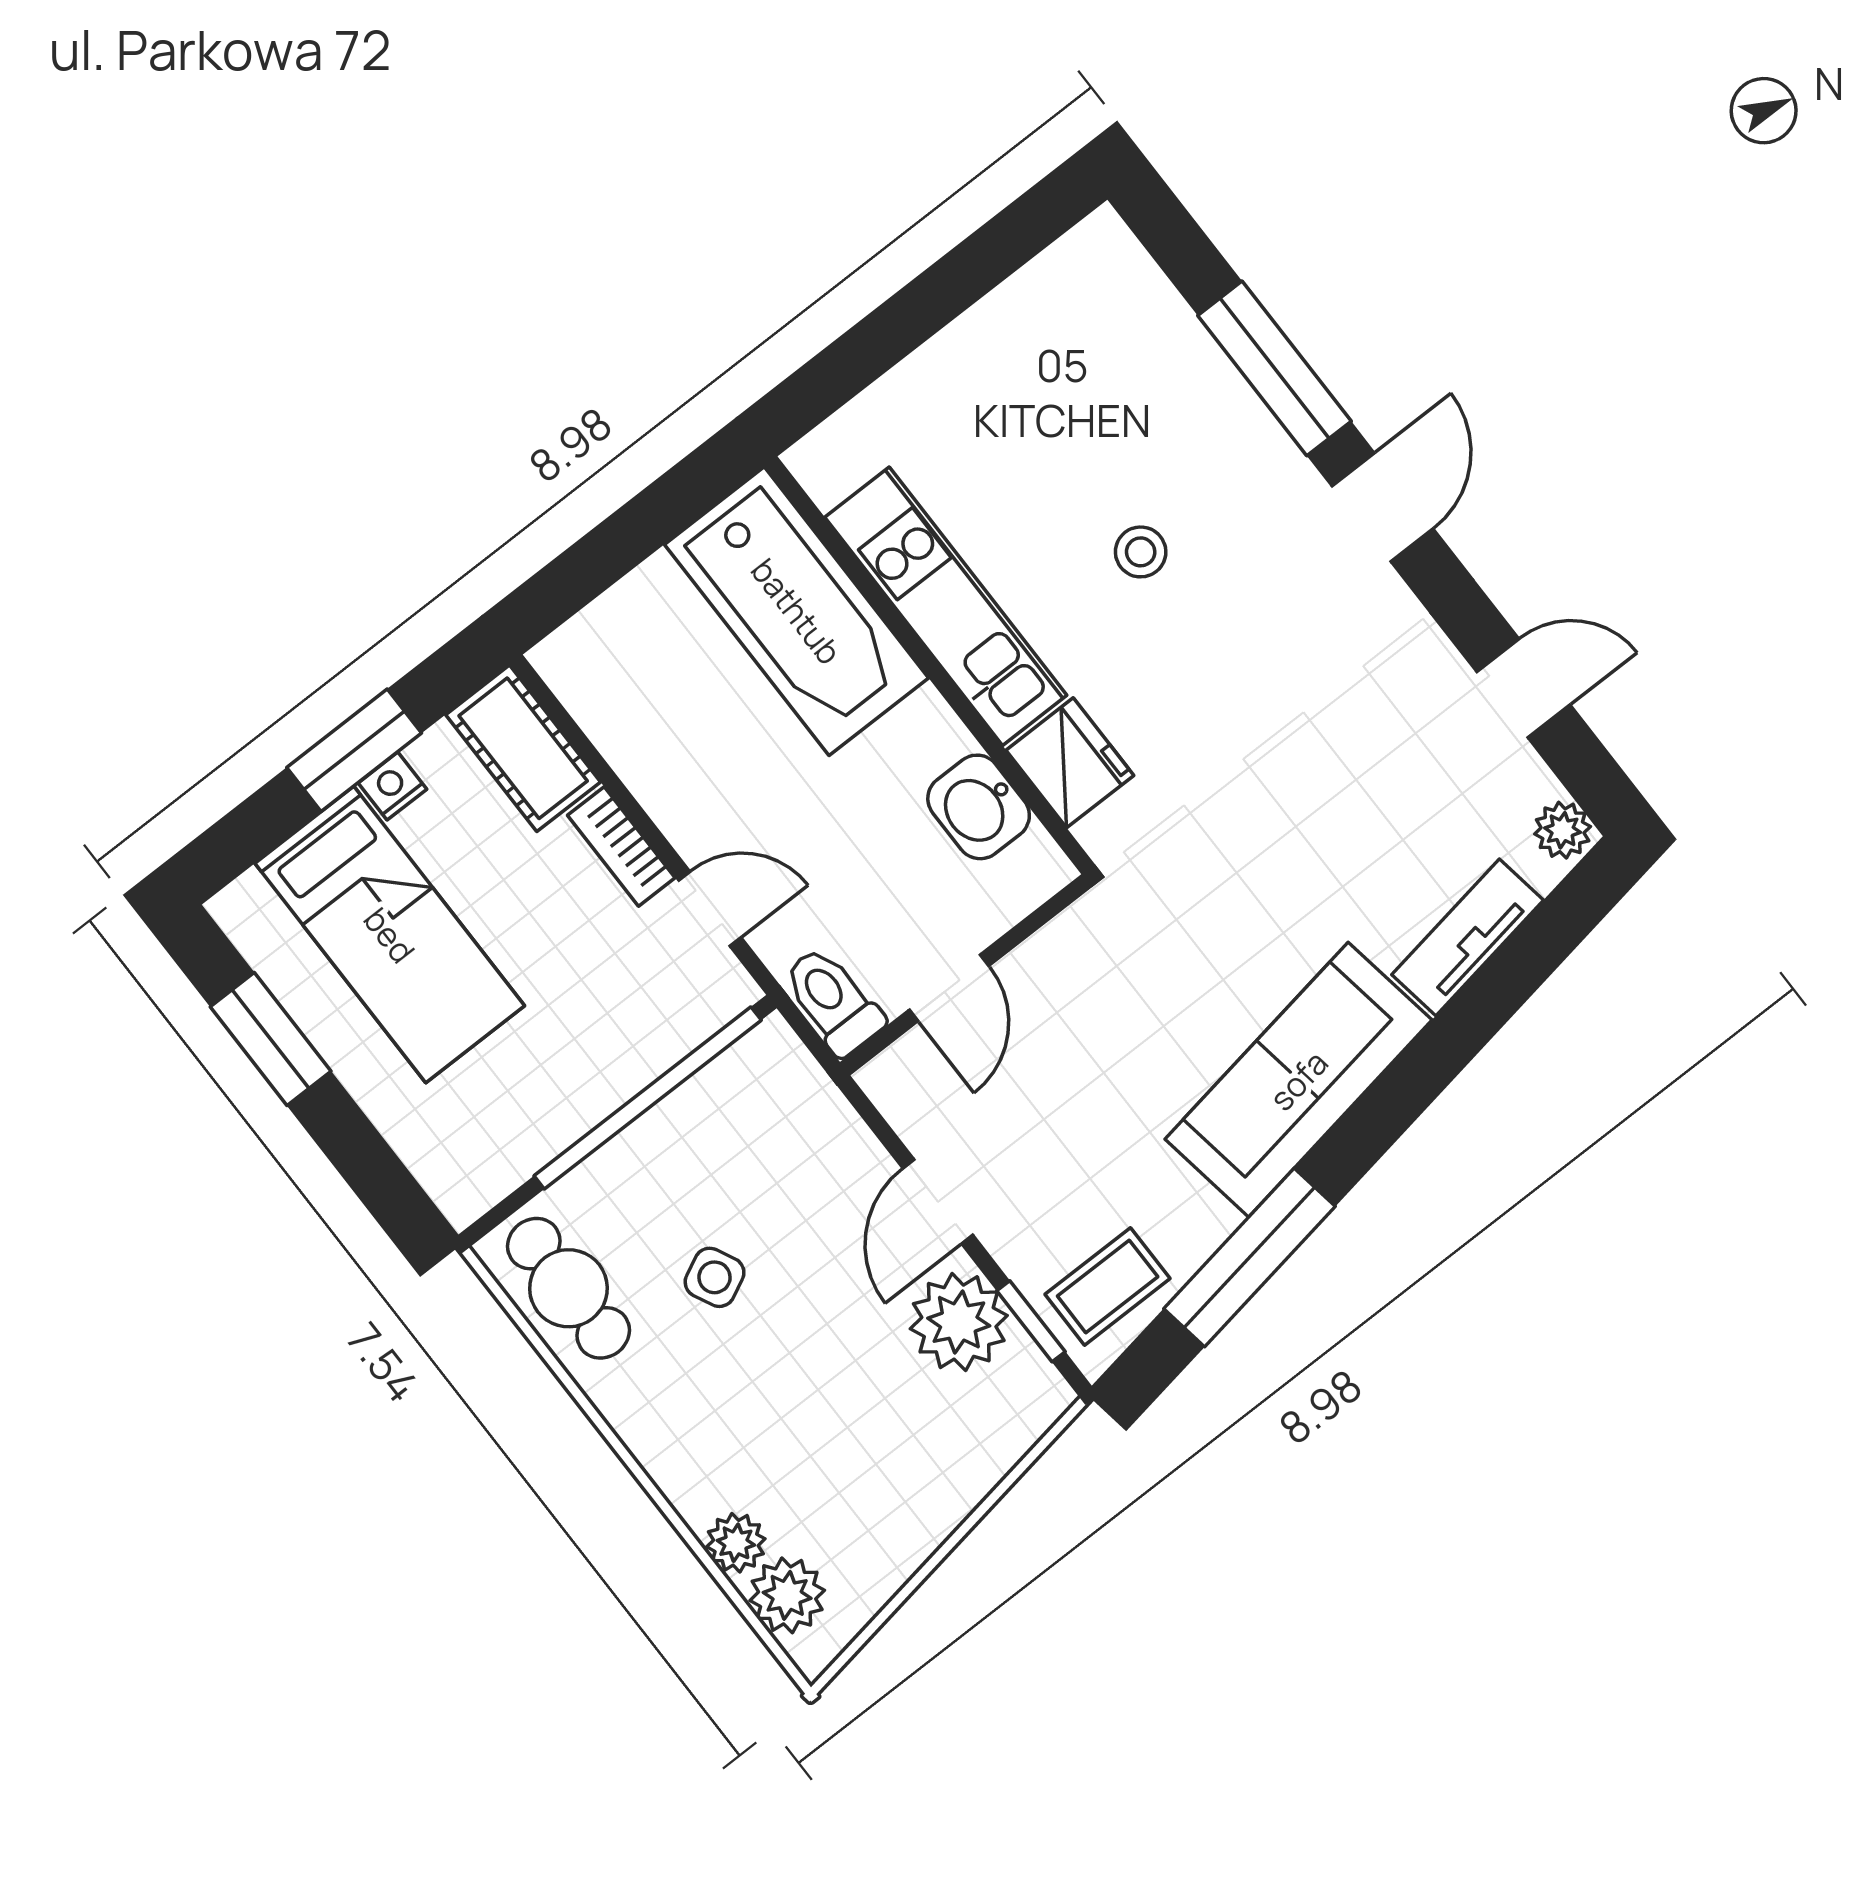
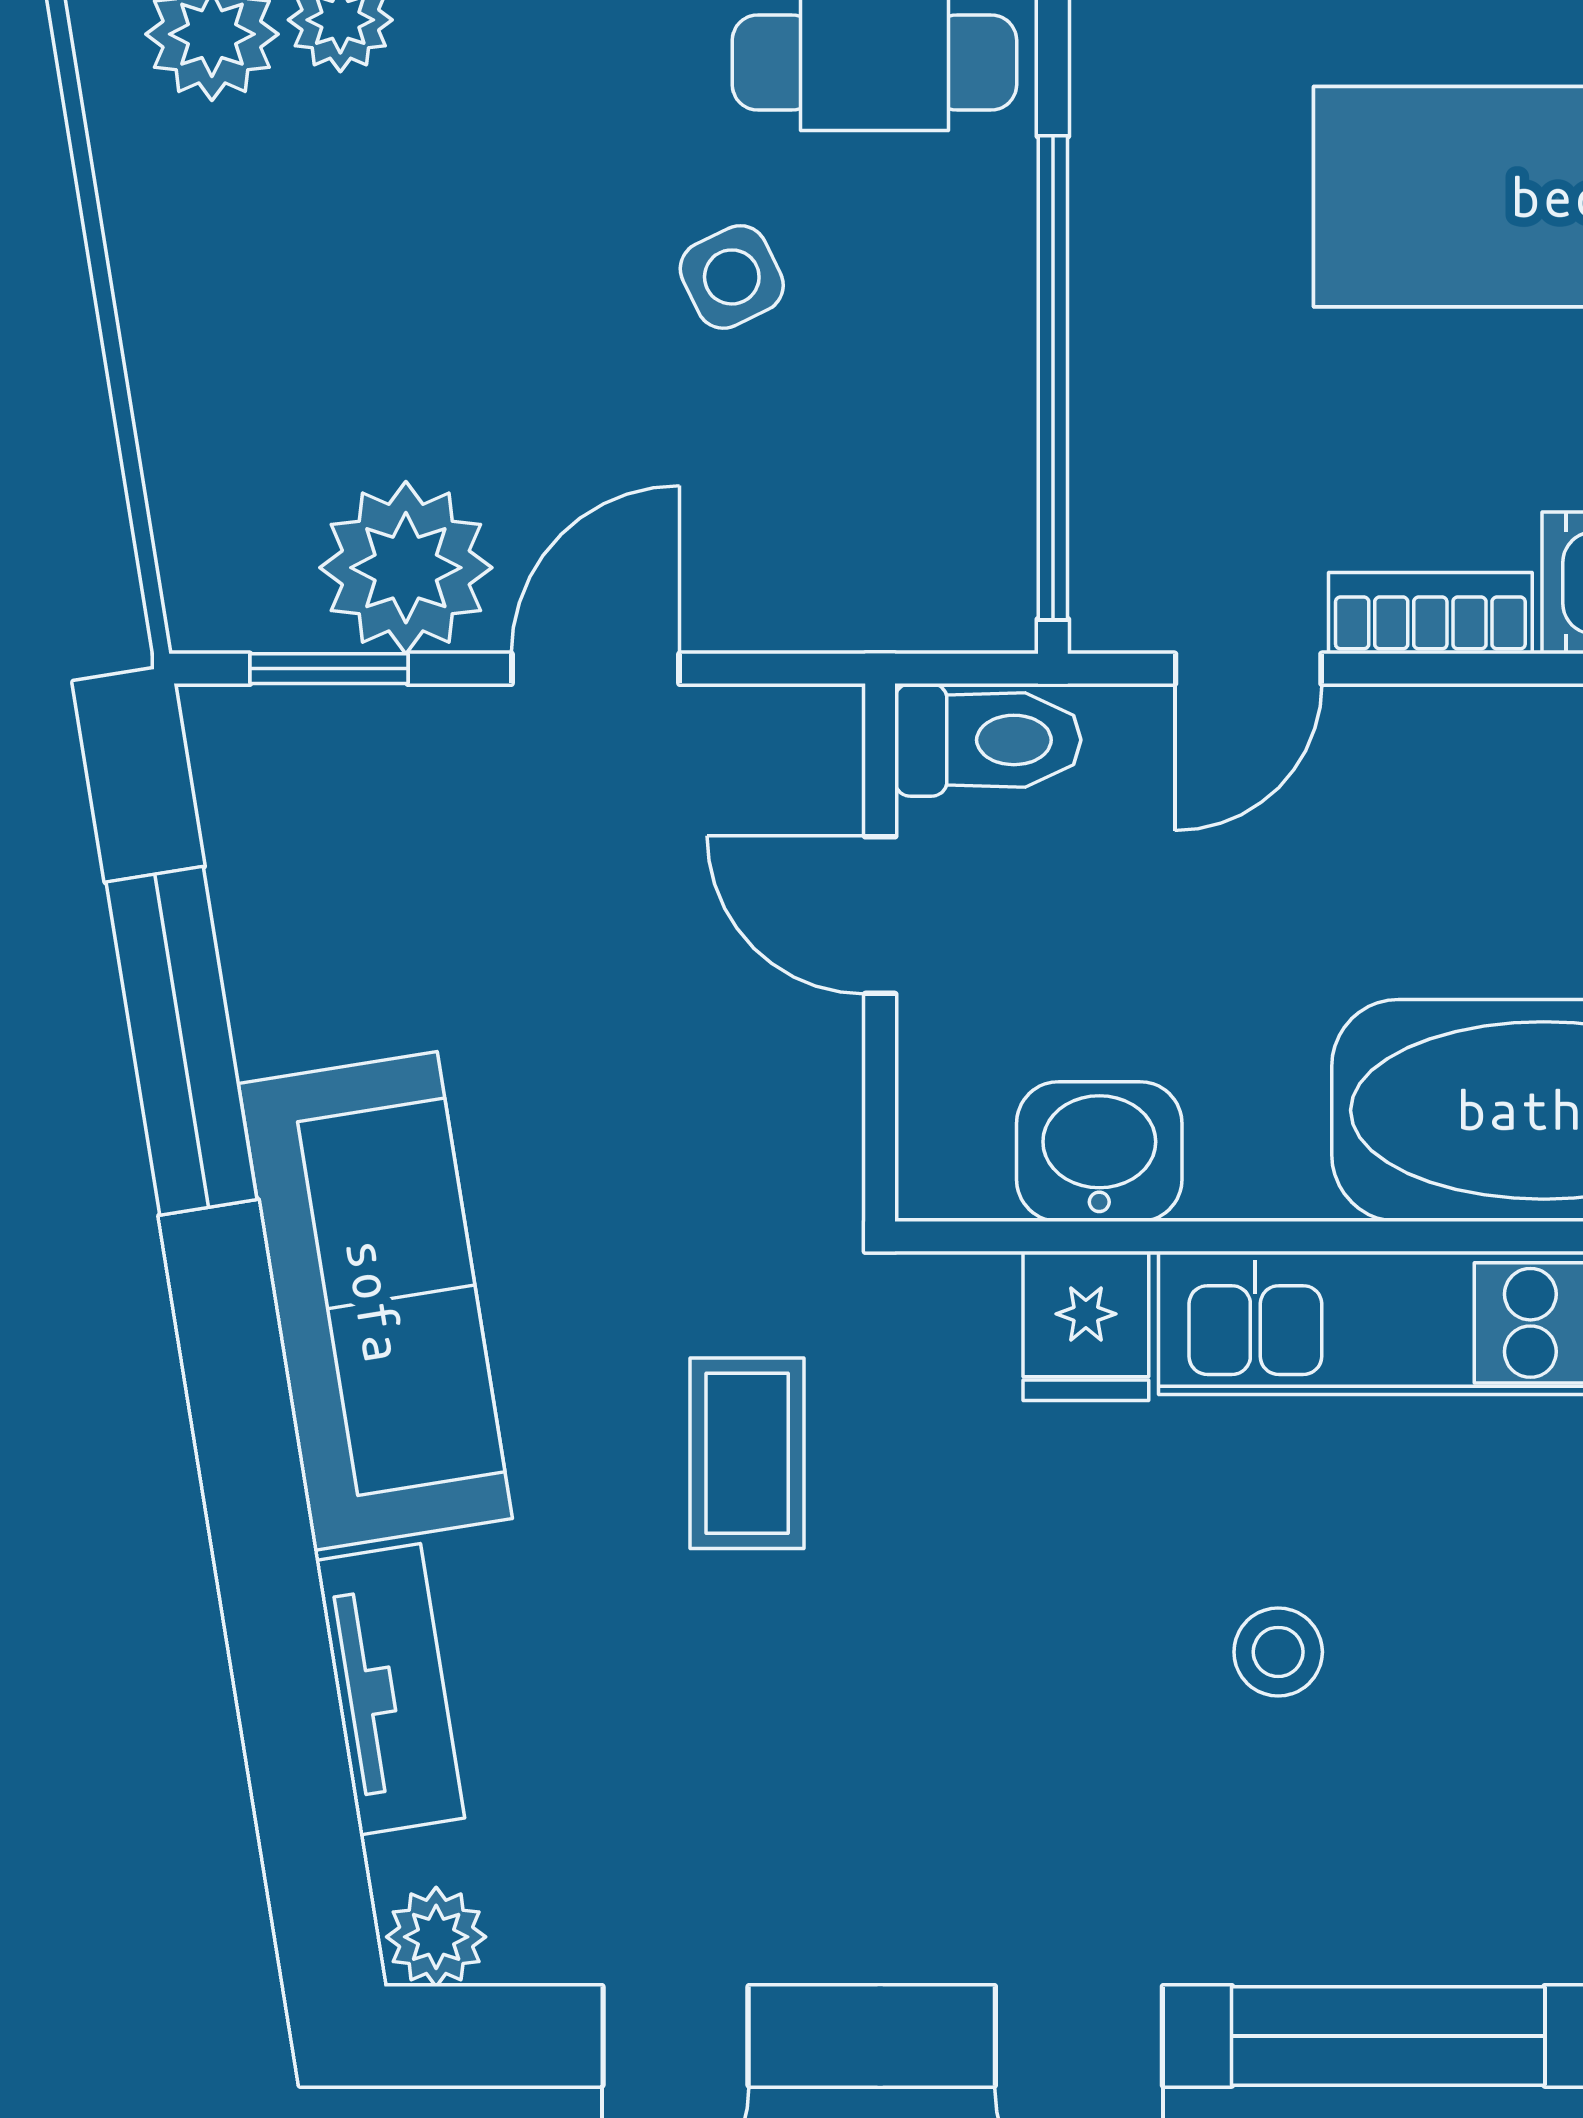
fridge: (1070, 763) -> (1086, 1326), width x0.72
door: (938, 1202) -> (596, 669), hinge flipped
coffee table: (1108, 1286) -> (747, 1453), moved

